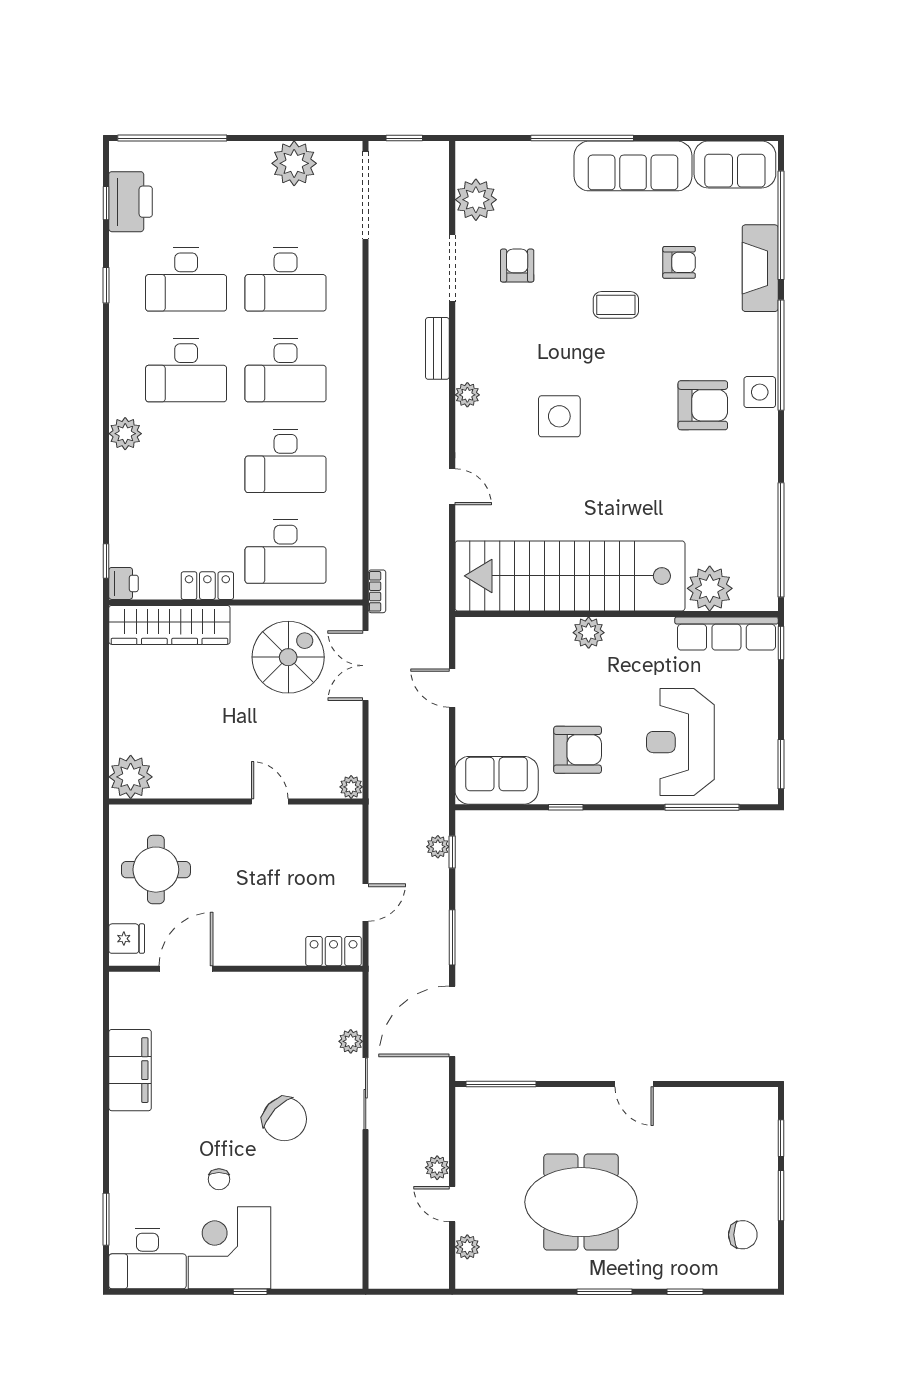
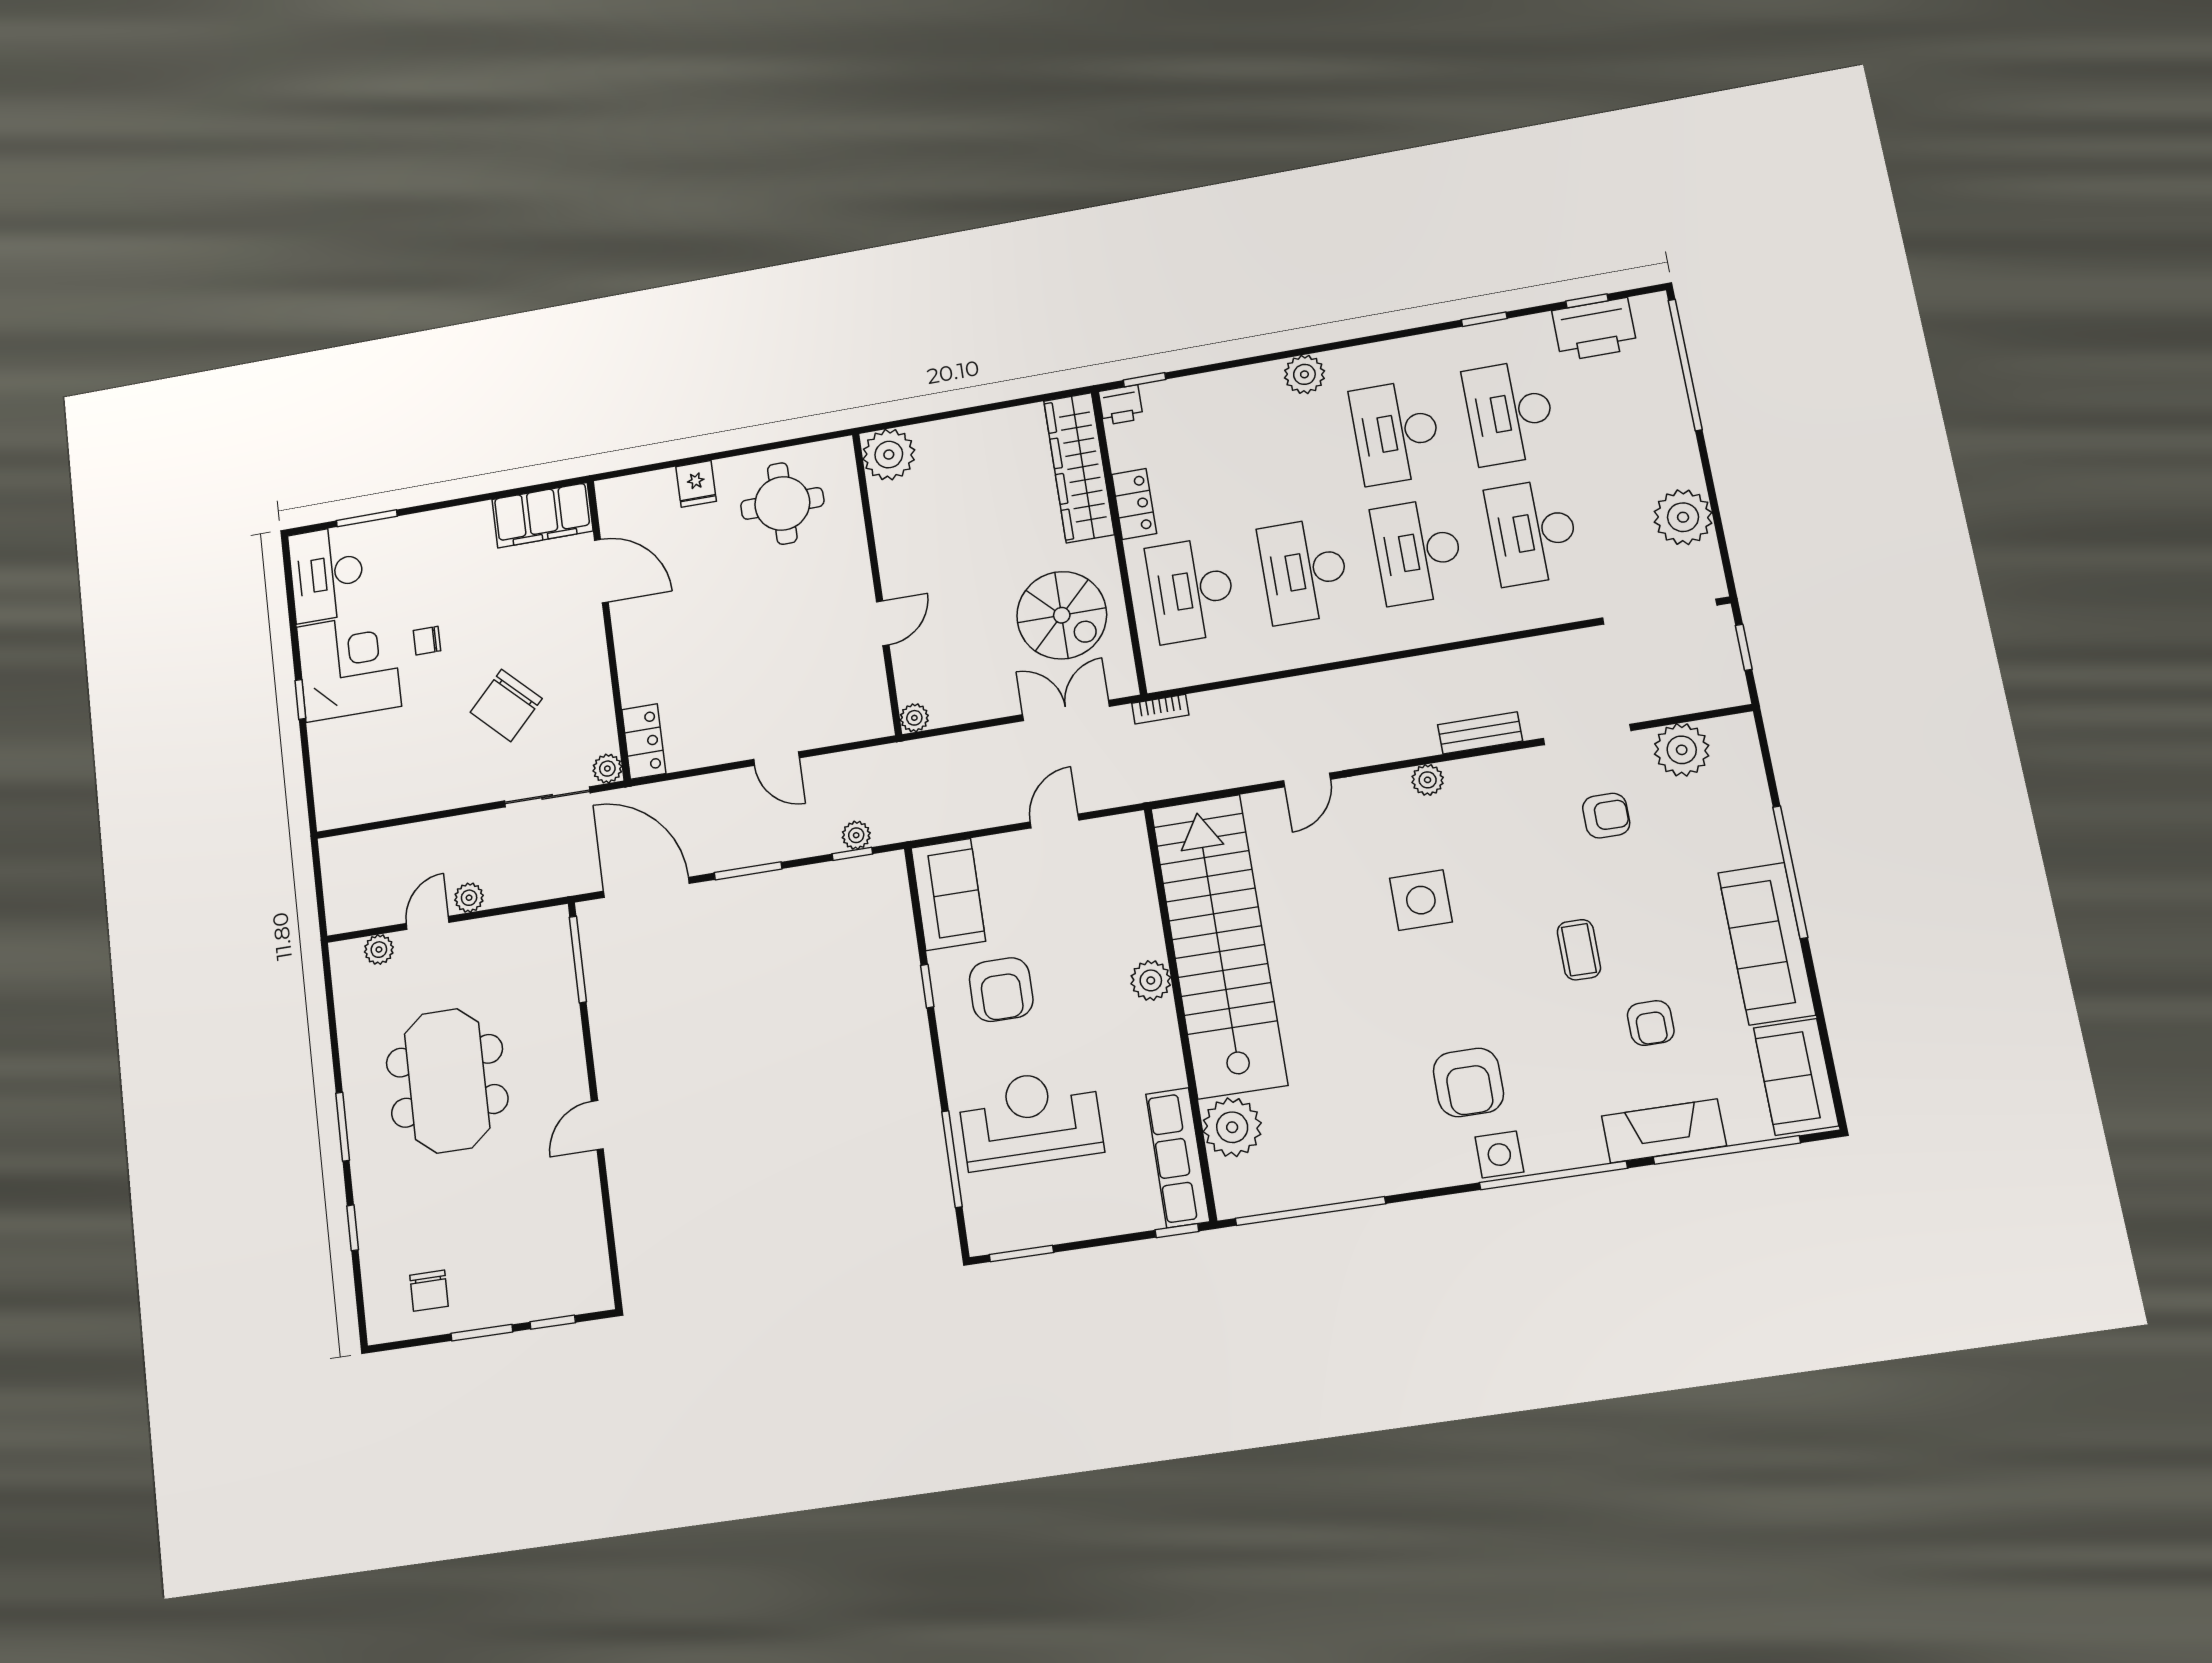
locker: (334, 951) -> (644, 742), moved
door: (186, 969) -> (601, 571), moved
wall: (236, 969) -> (609, 629), moved

